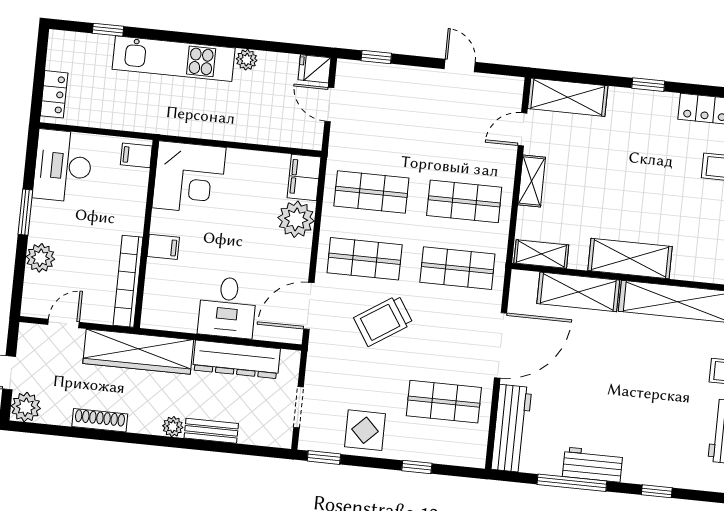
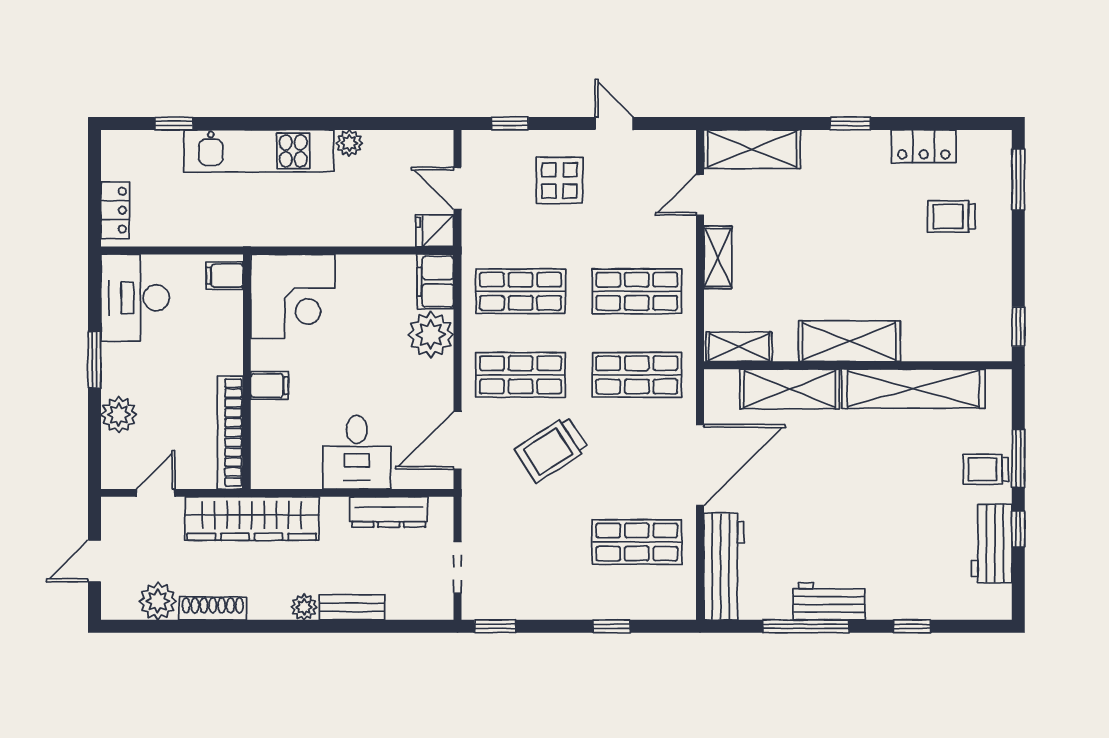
fridge: (315, 69) -> (435, 231), moved
dresser: (236, 359) -> (389, 512), width x0.73, depth x0.80
plant: (26, 407) -> (158, 601), moved
display table: (365, 430) -> (559, 180), moved

